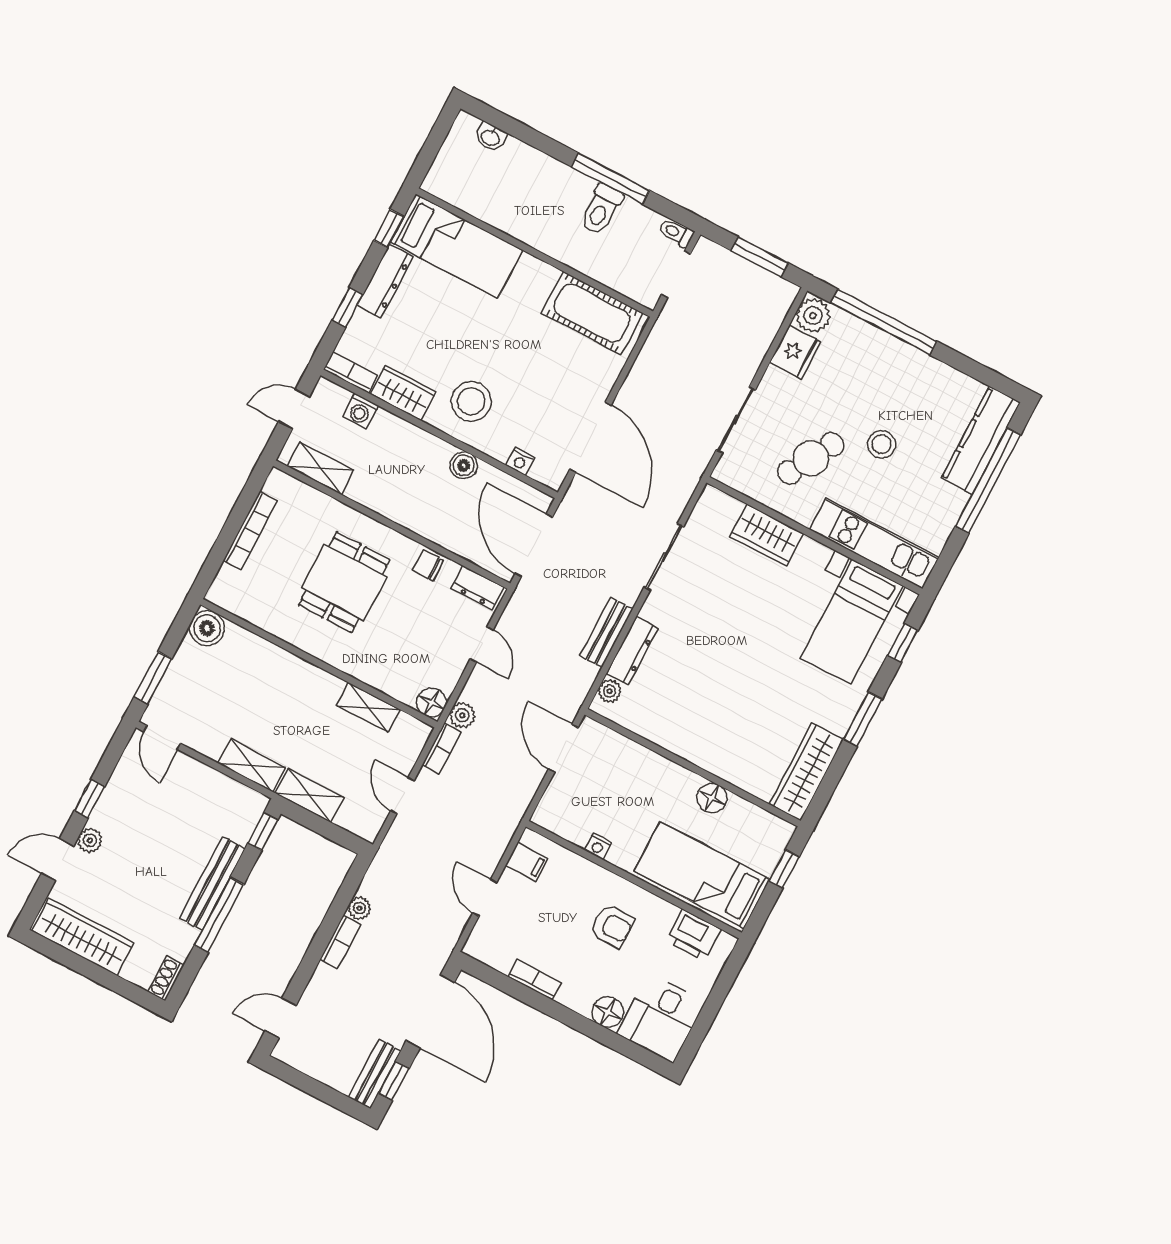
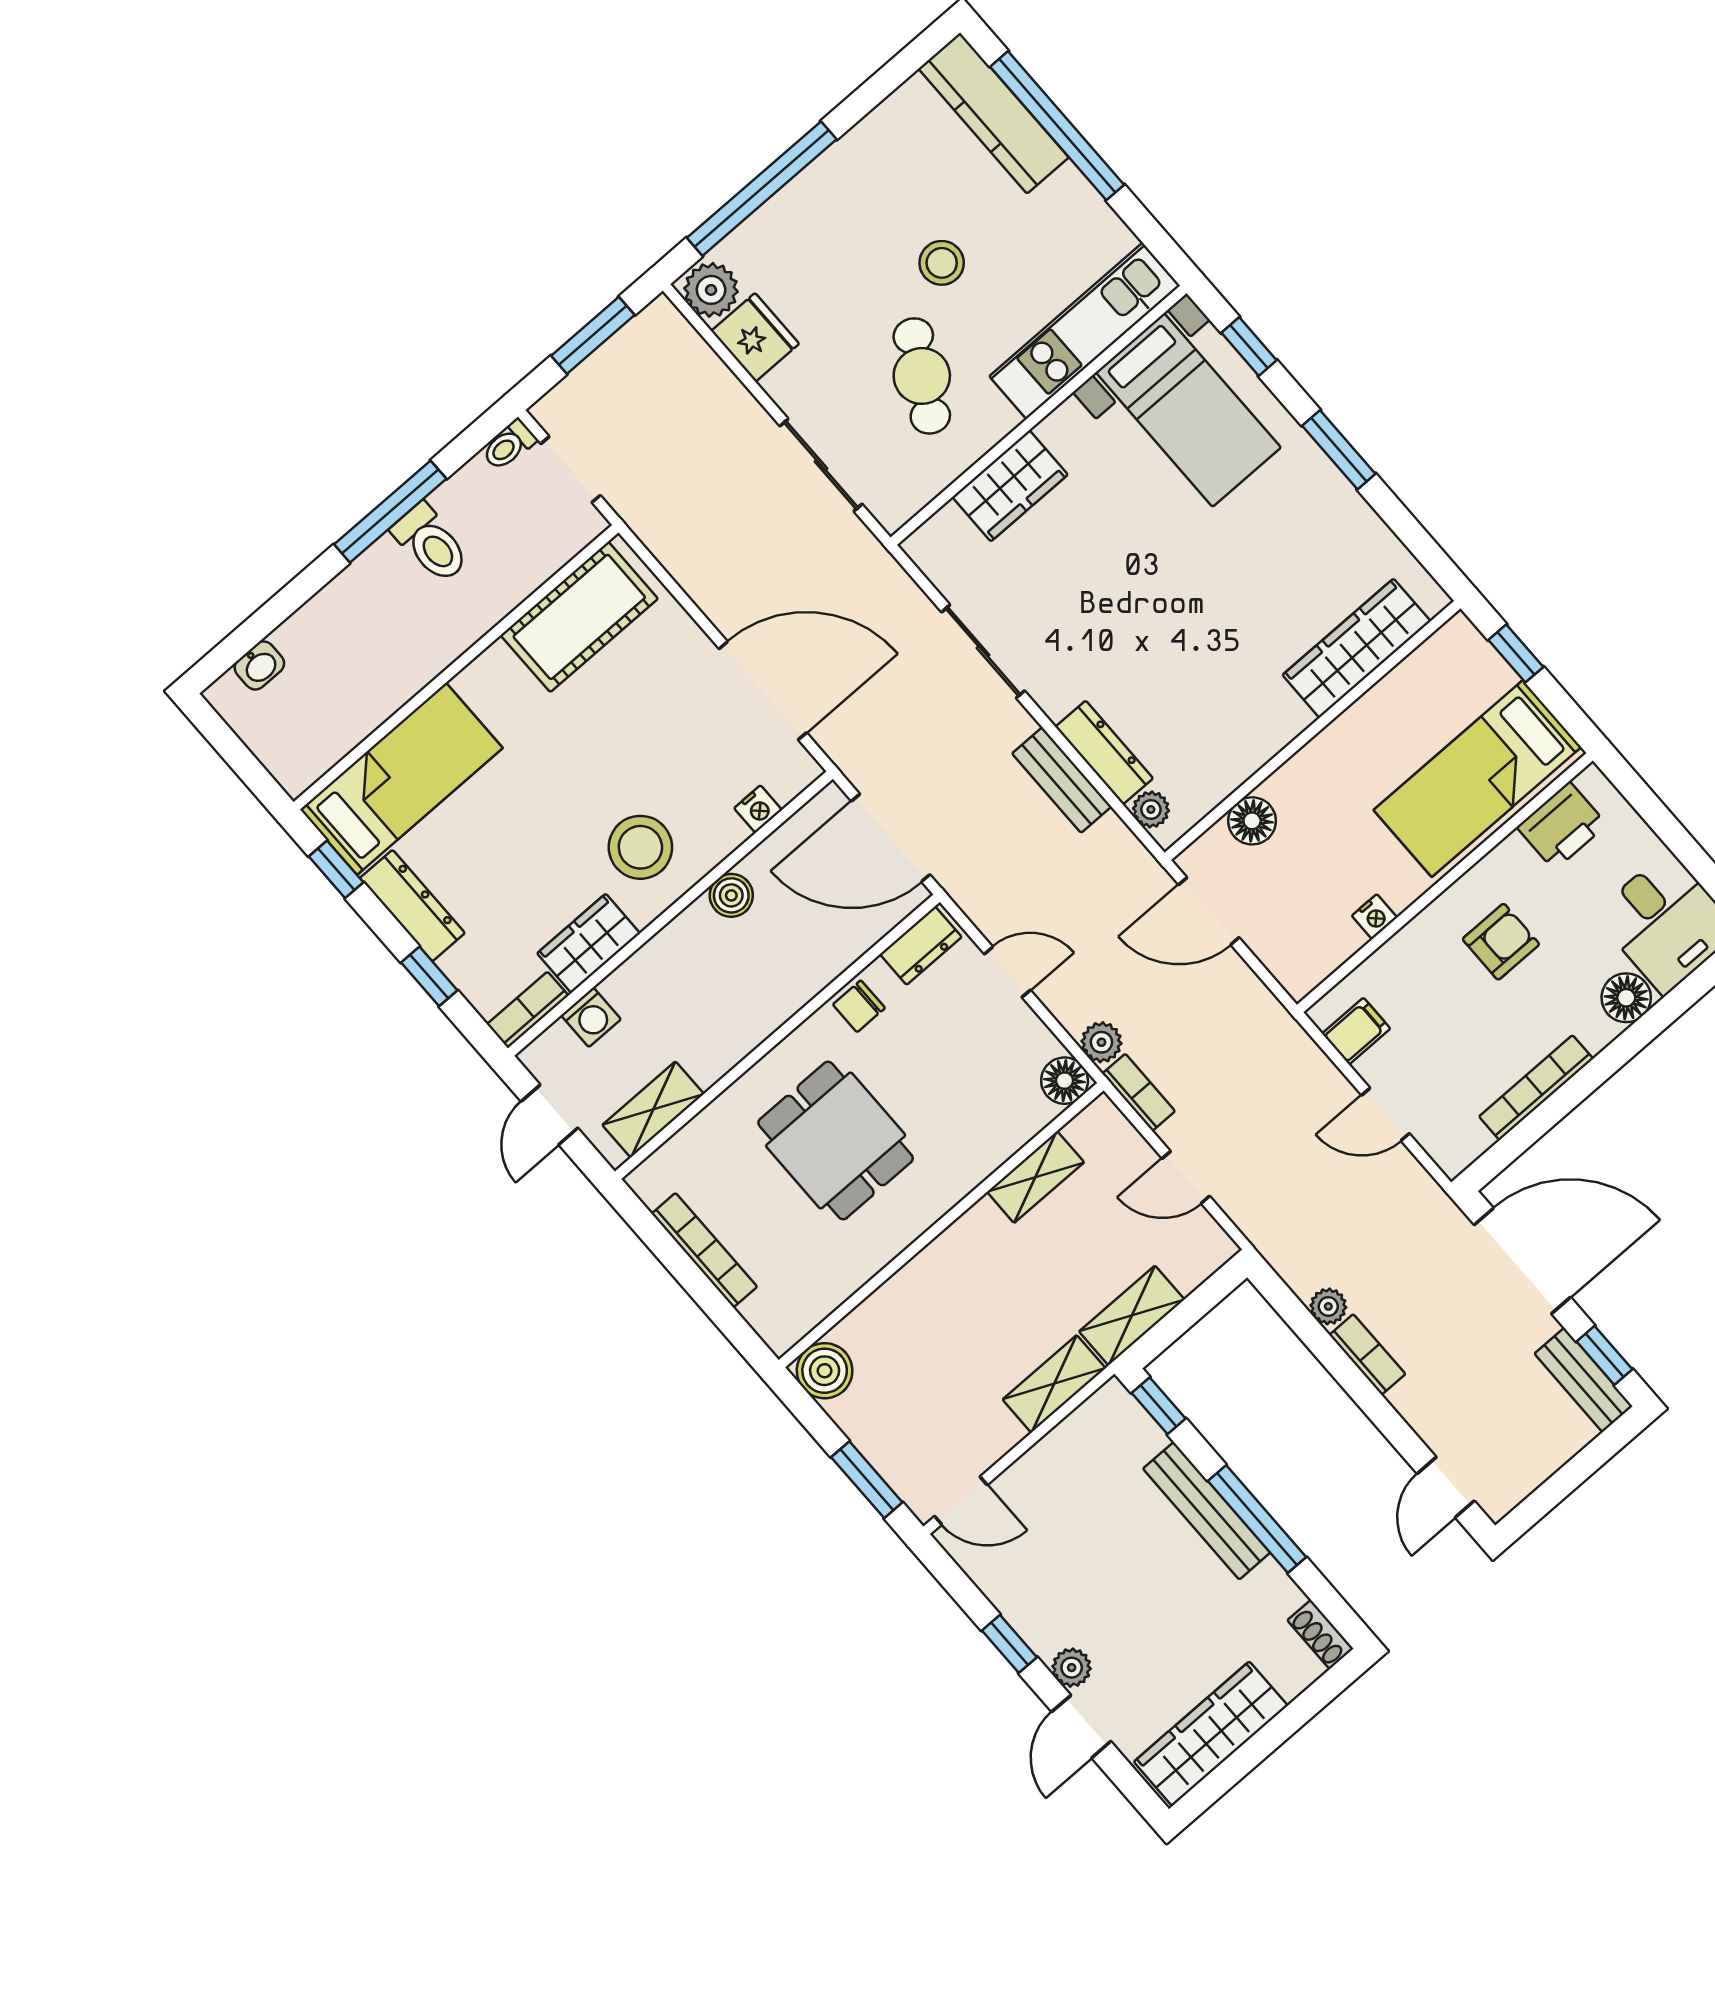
wardrobe: (806, 772) -> (1357, 648), moved, turned 90
floor lamp: (712, 798) -> (1252, 821), moved
bookcase: (535, 980) -> (1536, 1088), width x1.56

